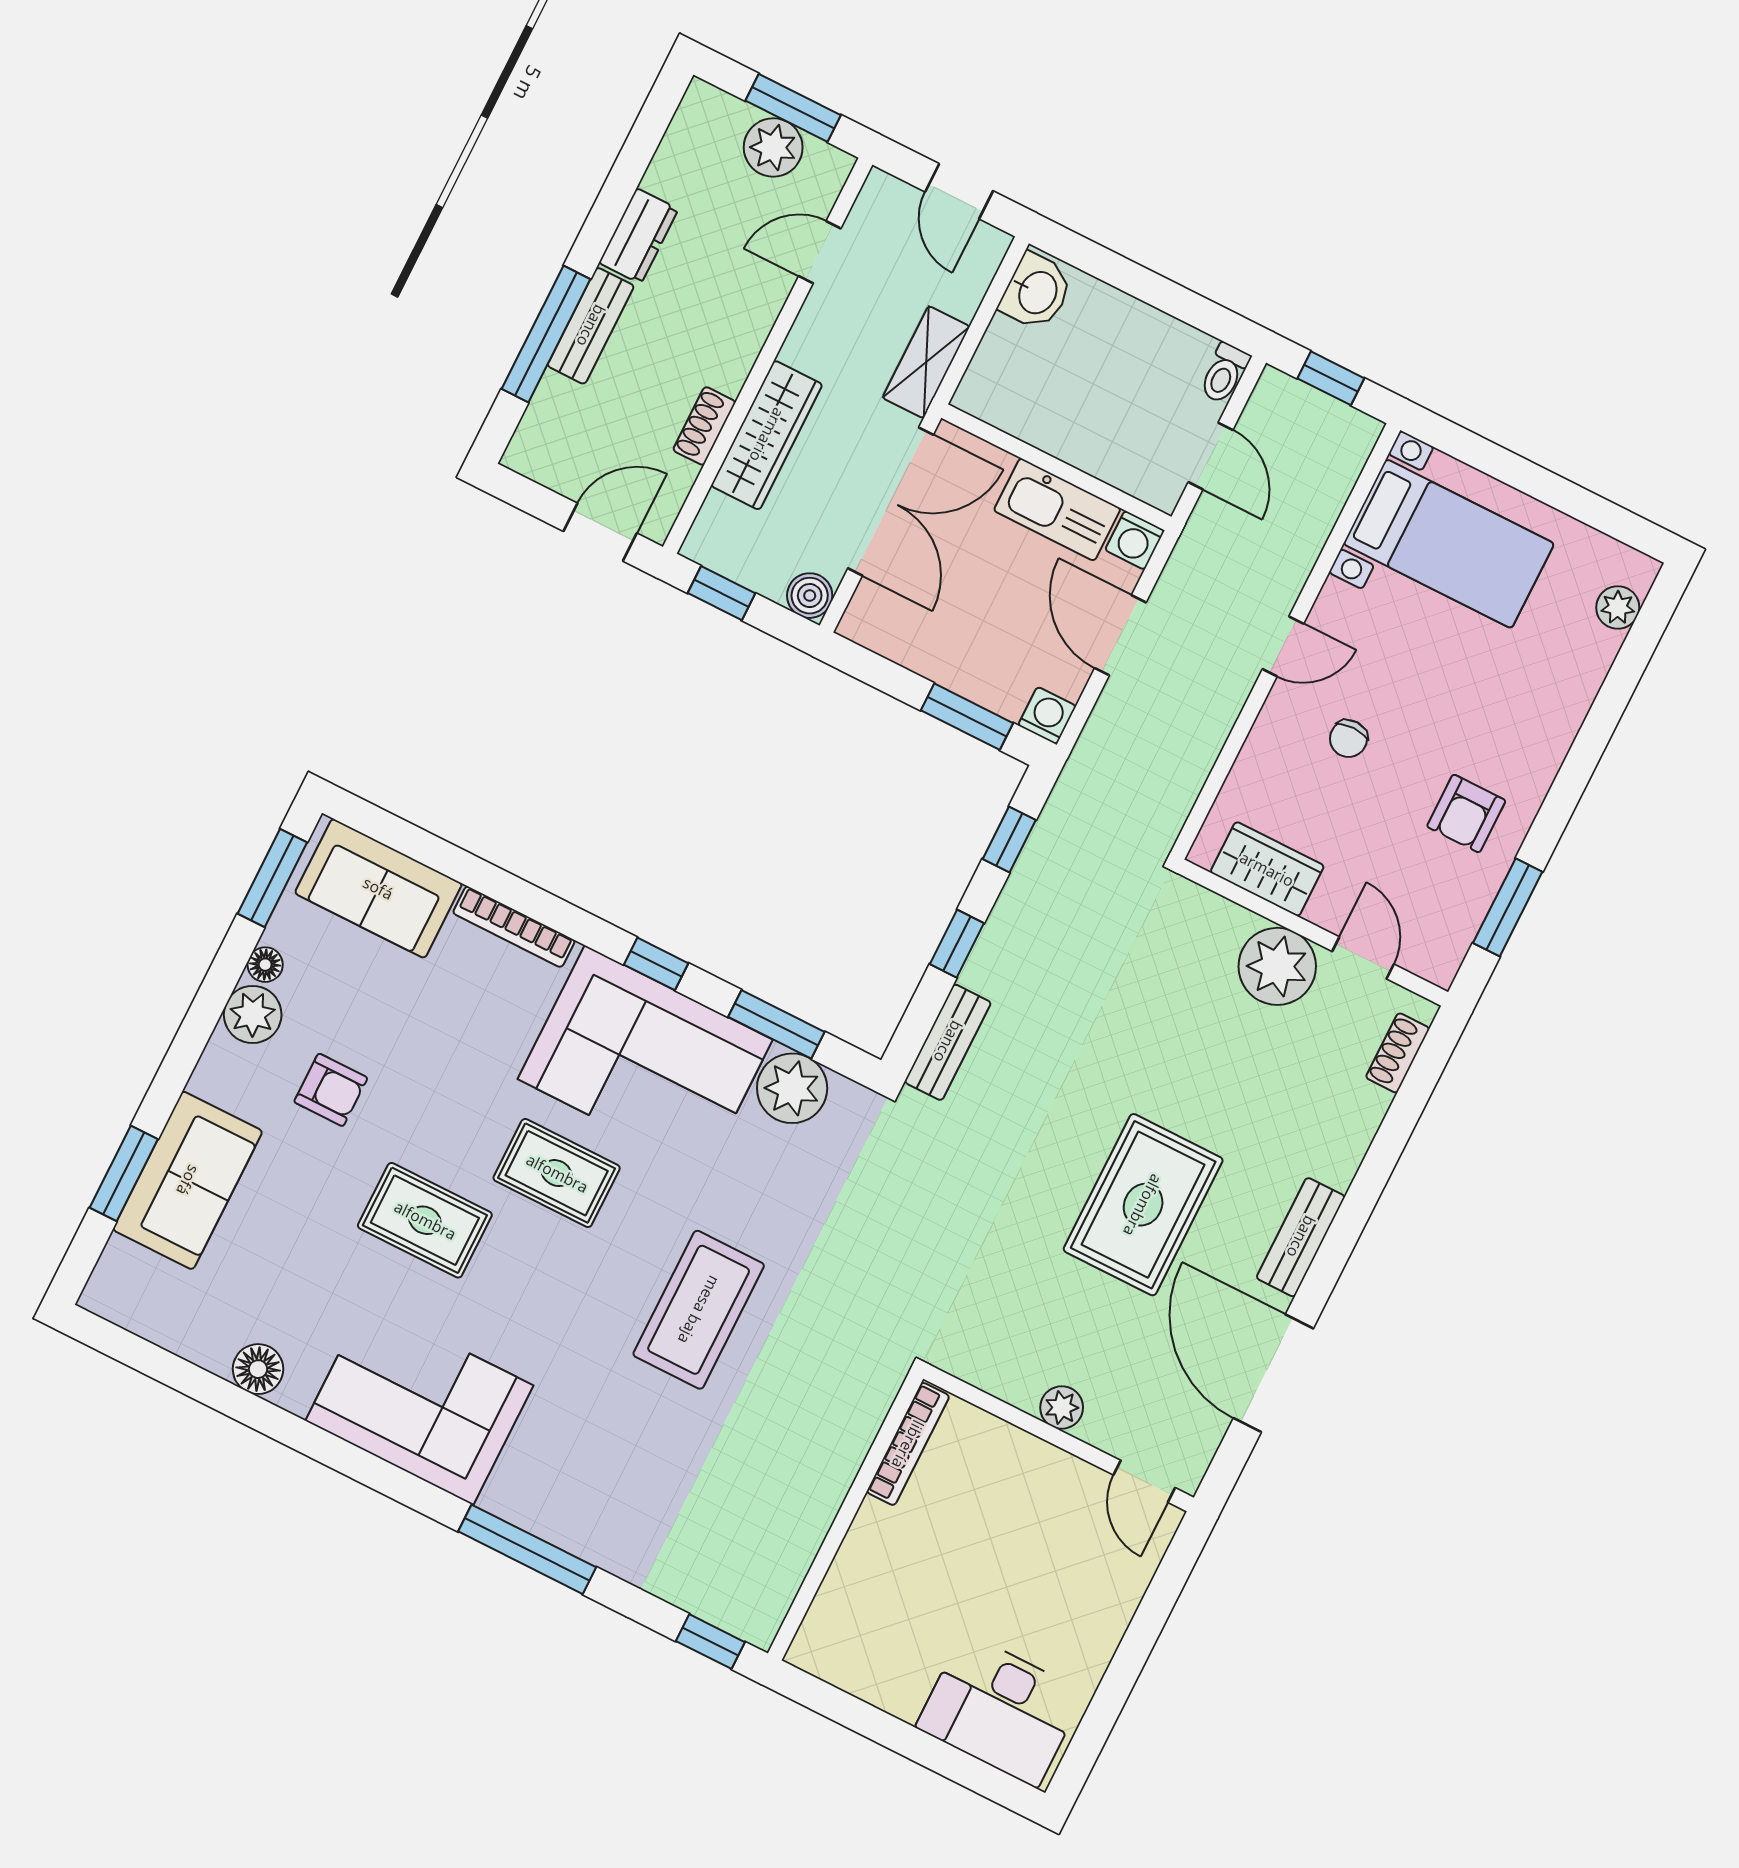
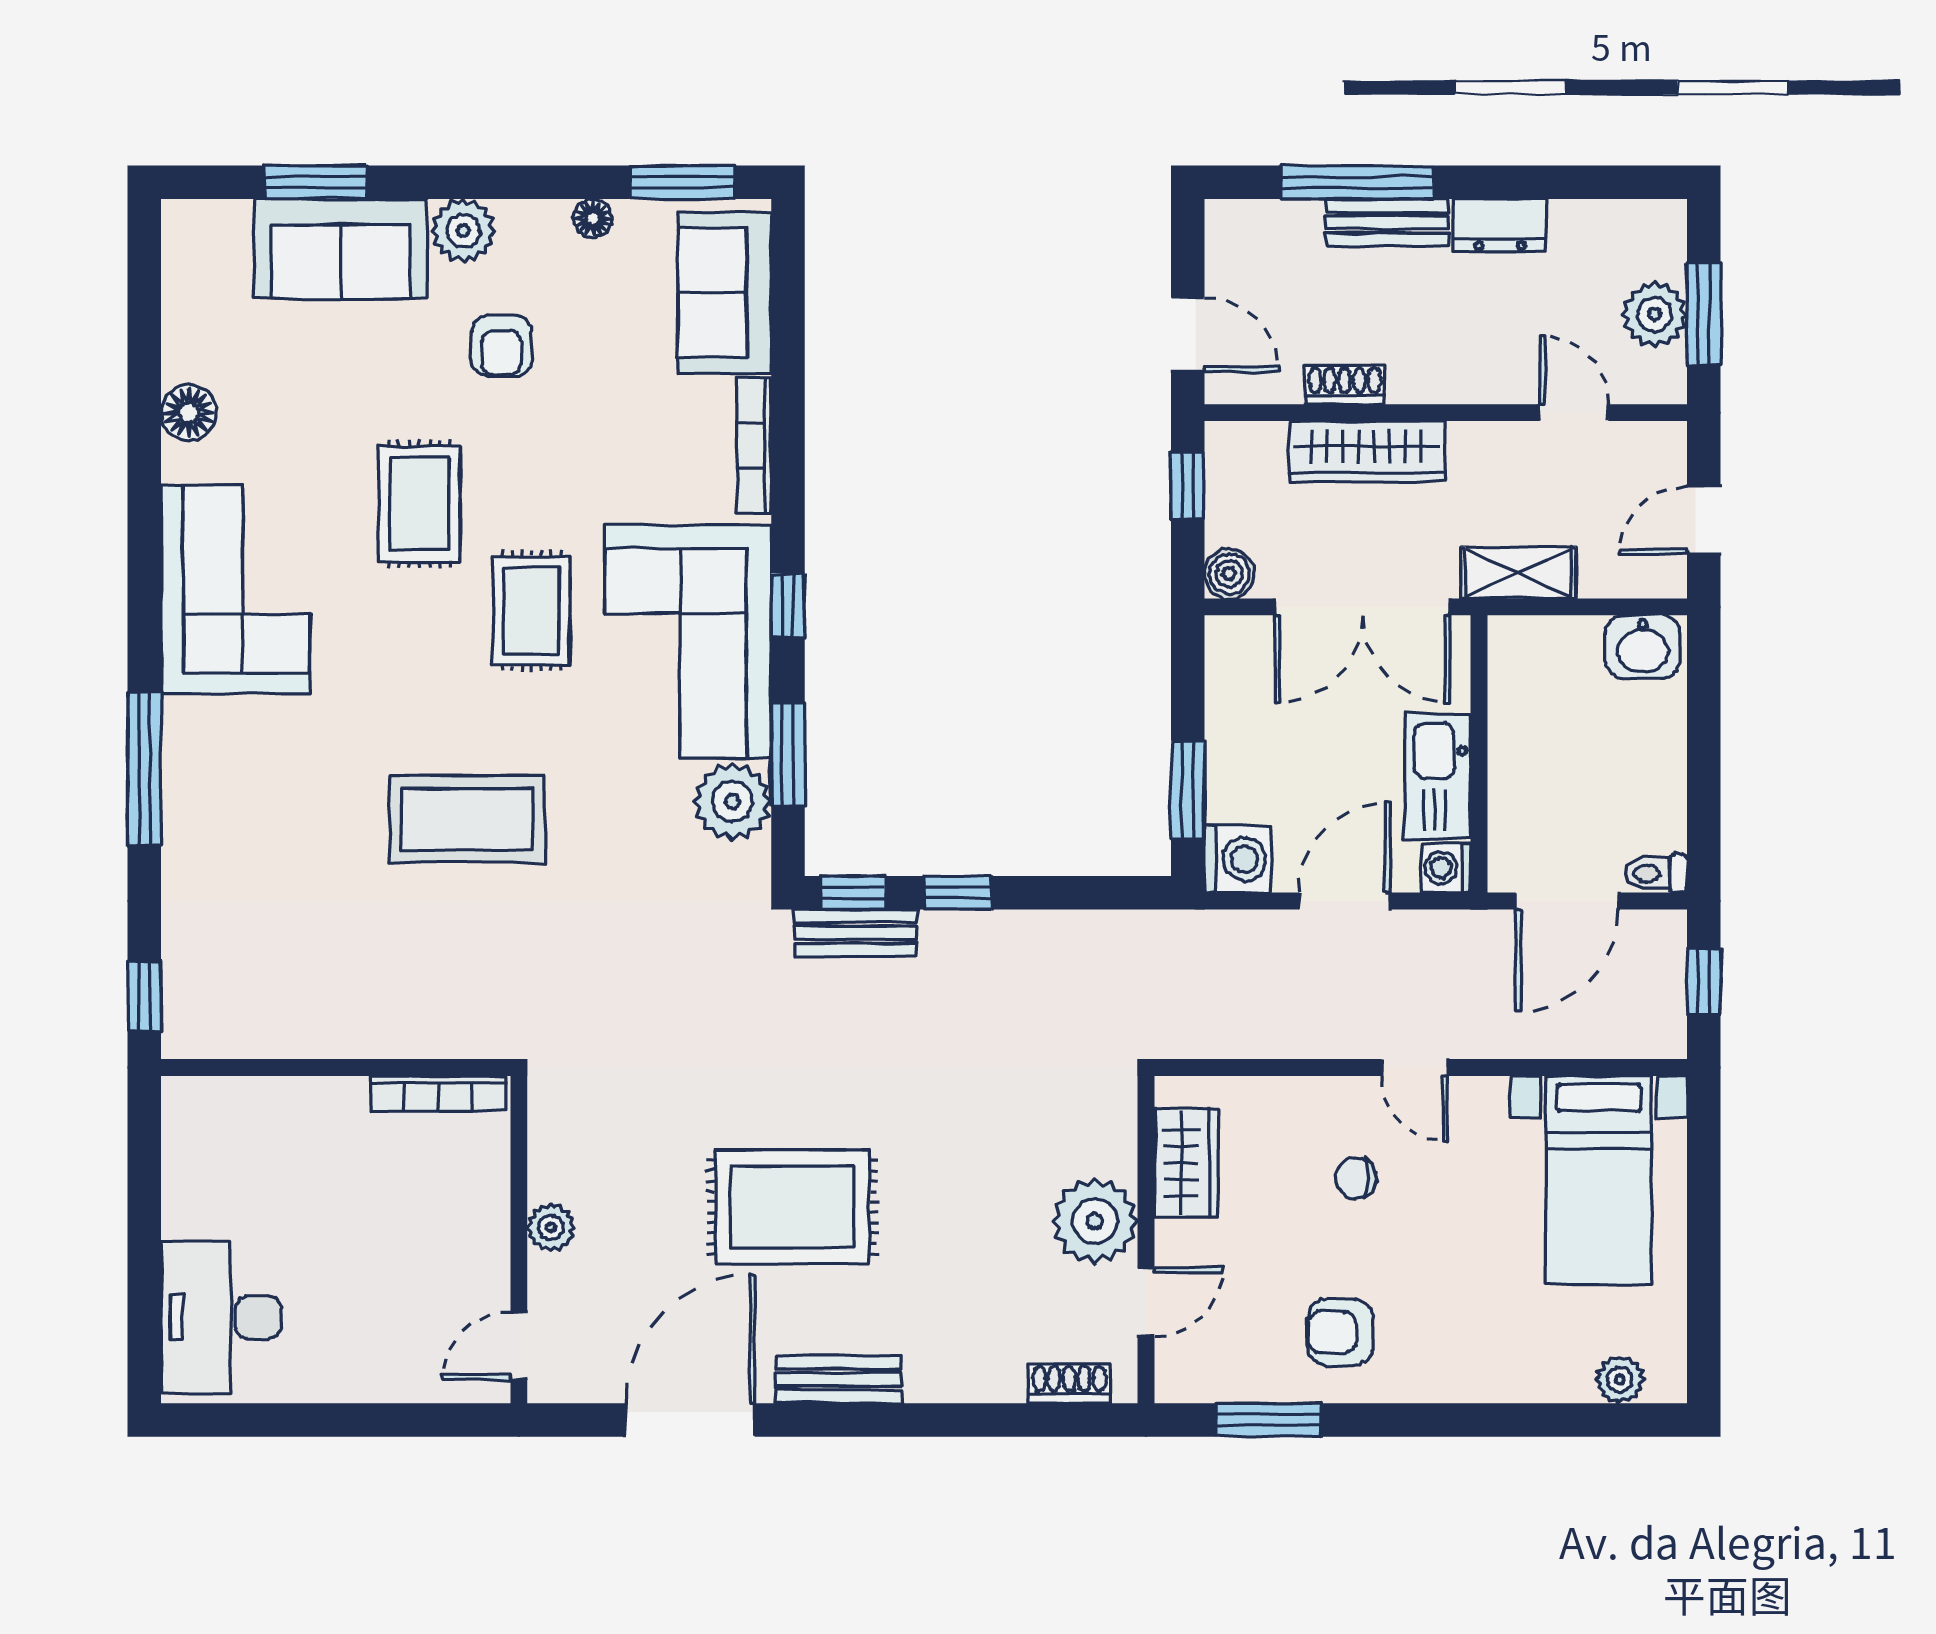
door: (1211, 456) -> (1567, 901), width x1.38
washing machine: (1047, 716) -> (1238, 859), width x1.38, depth x1.38
window: (1009, 839) -> (854, 893), moved
plant: (253, 1014) -> (463, 231), moved

